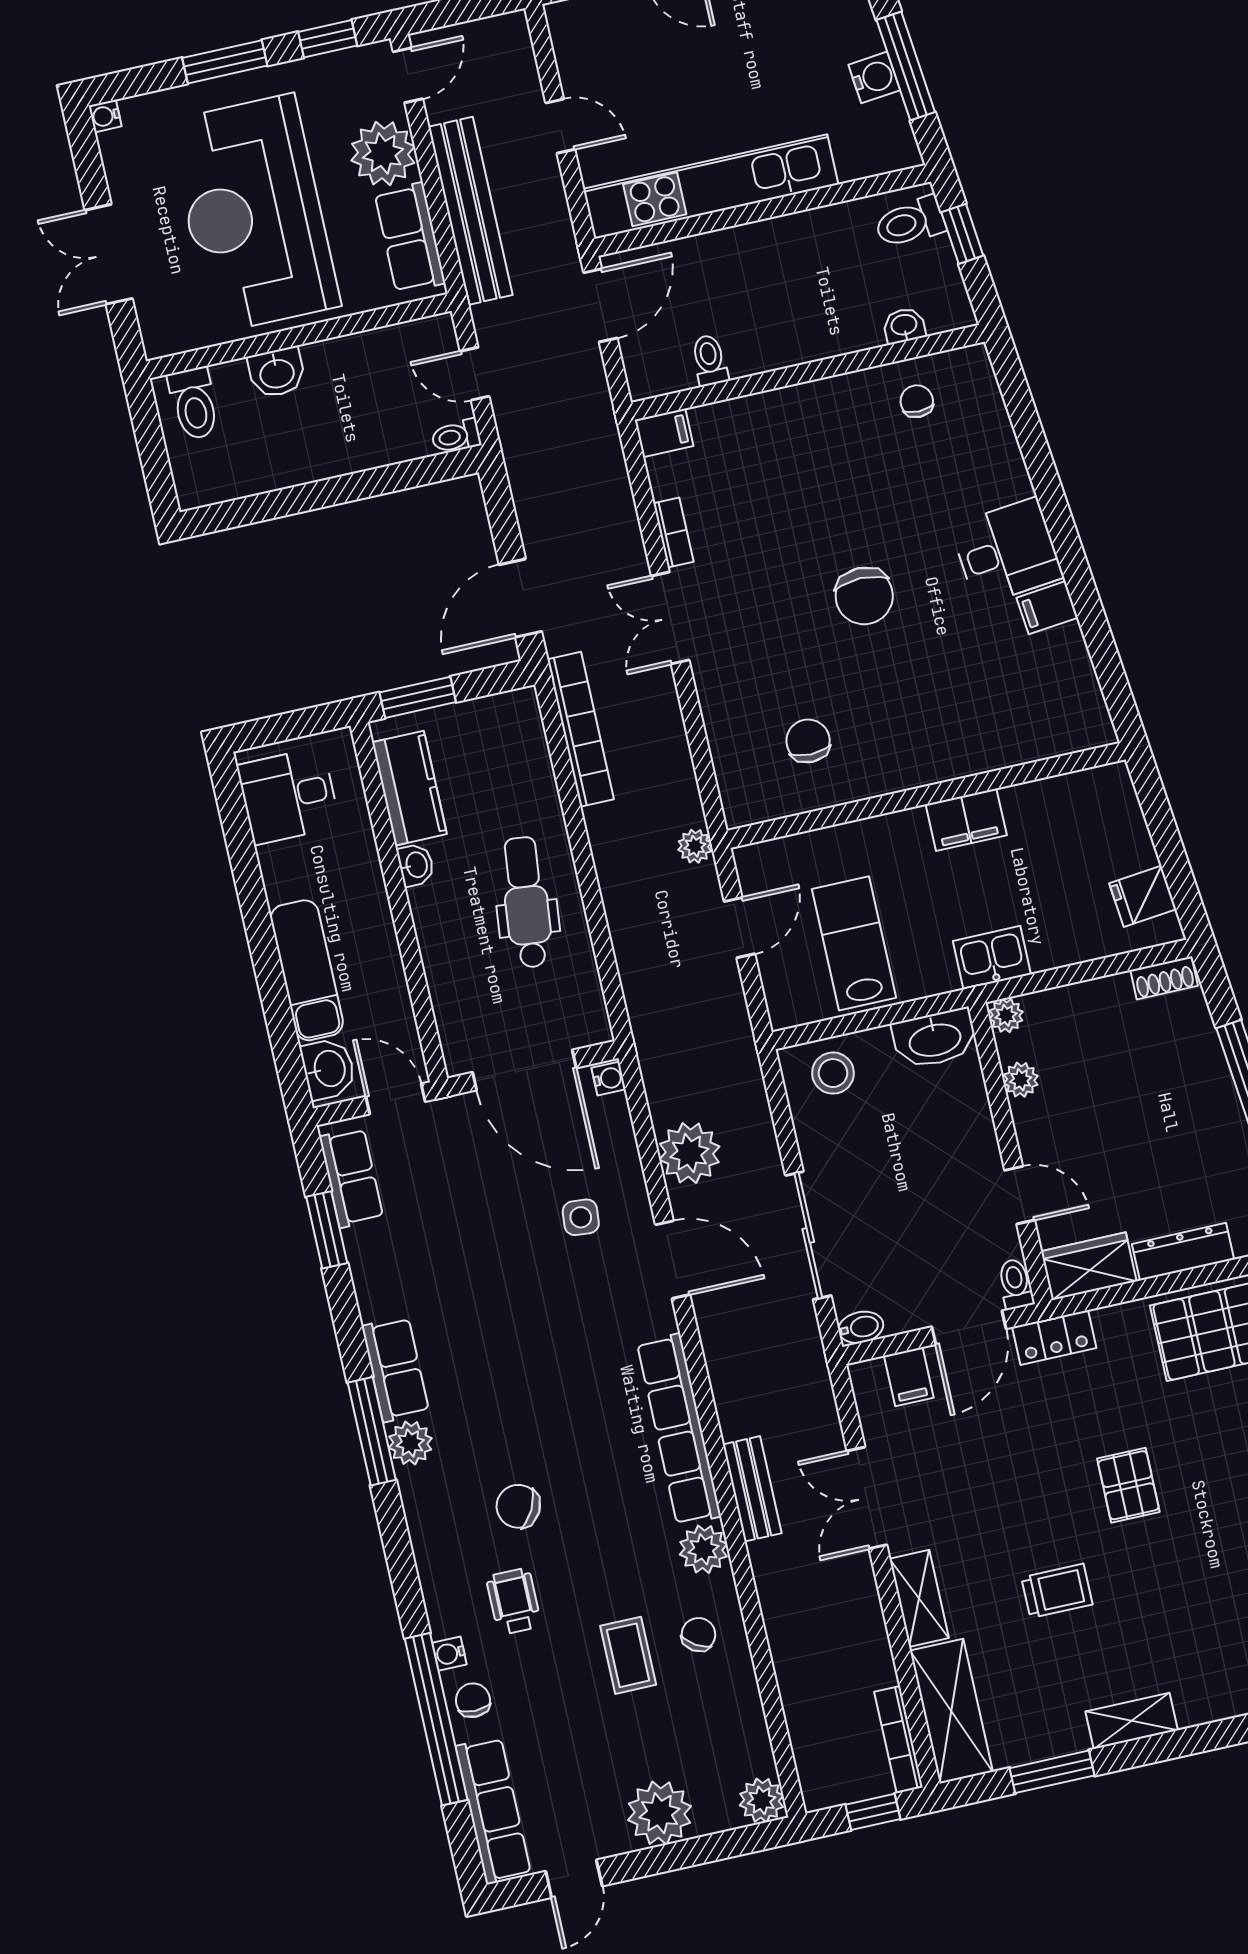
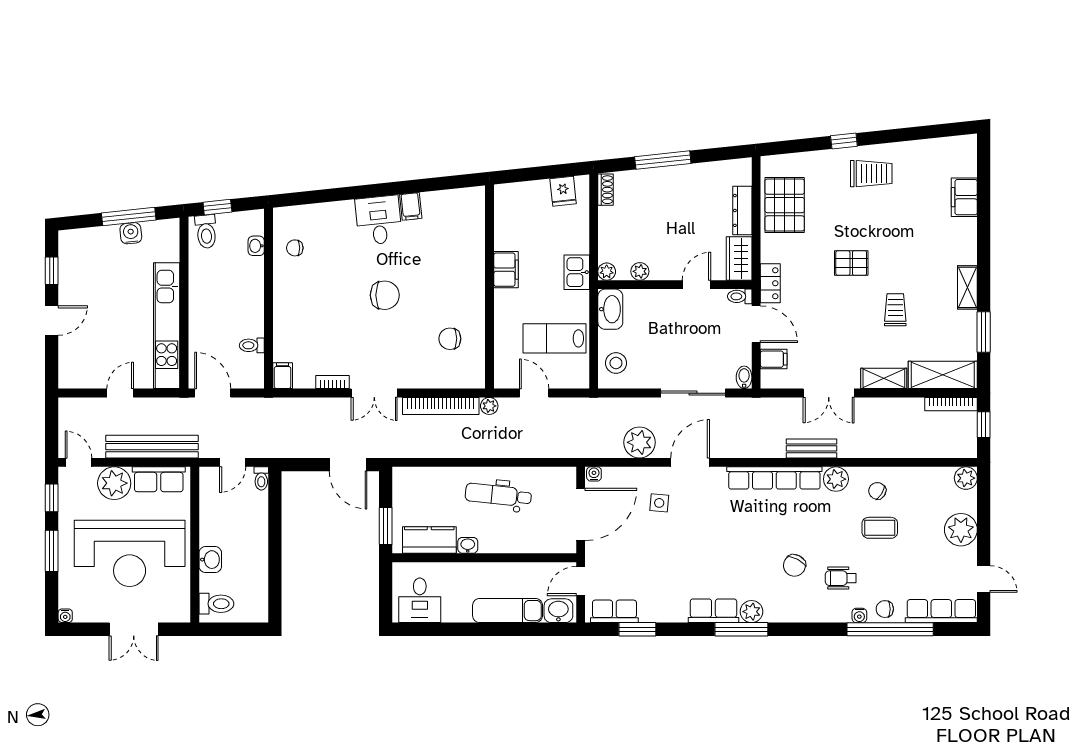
bookcase: (581, 729) -> (441, 406), moved, turned 180

